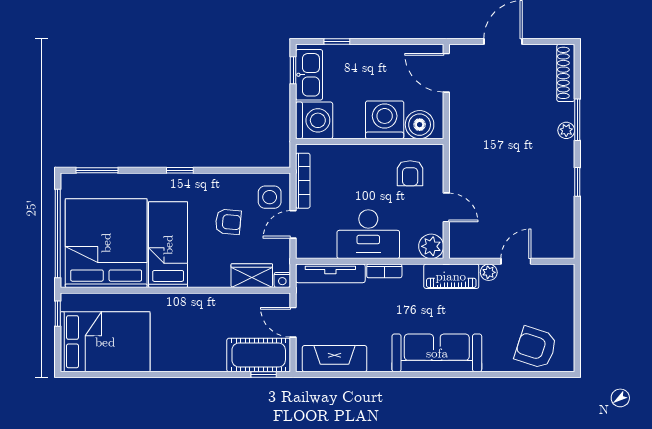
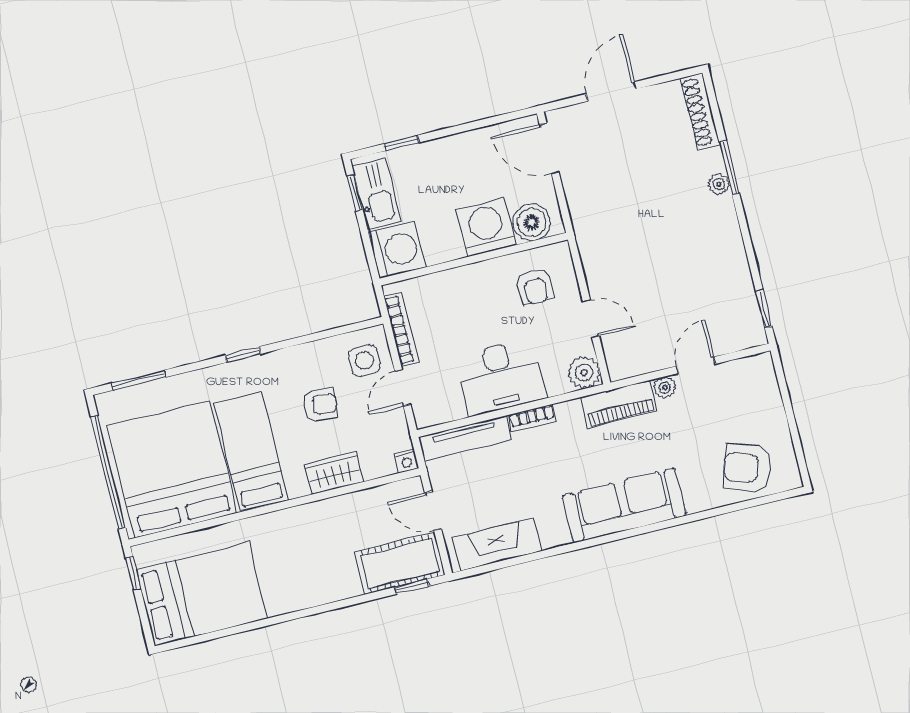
window: (577, 182) -> (764, 309), moved
wardrobe: (252, 276) -> (334, 473), moved

